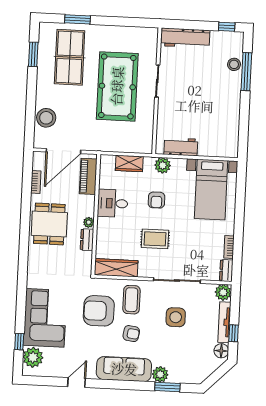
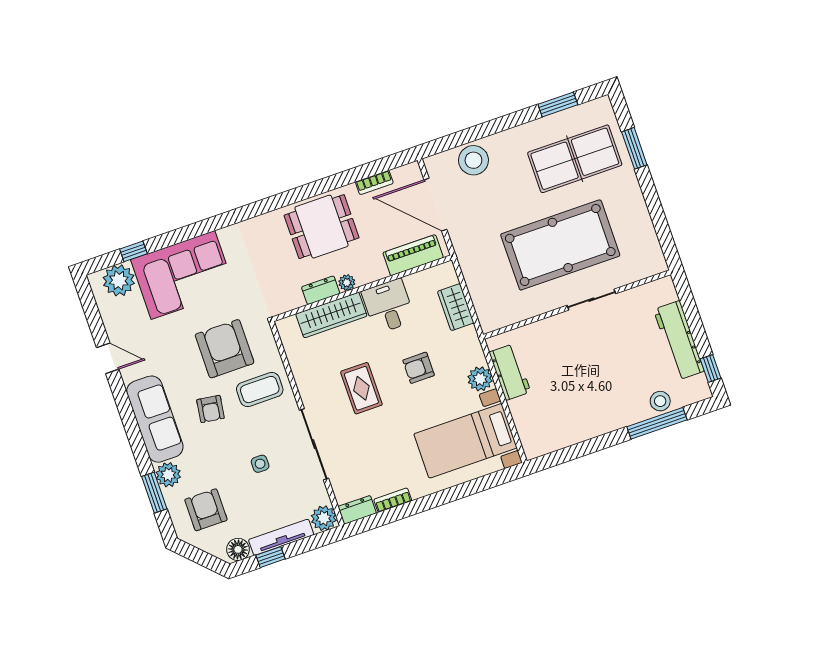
workbench: (185, 38) -> (679, 340), moved
plant: (163, 165) -> (480, 379), moved
wardrobe: (116, 268) -> (331, 315), moved, turned 90
side table: (176, 317) -> (260, 464), width x0.54, depth x0.54
armchair: (190, 360) -> (206, 510), added

